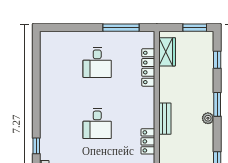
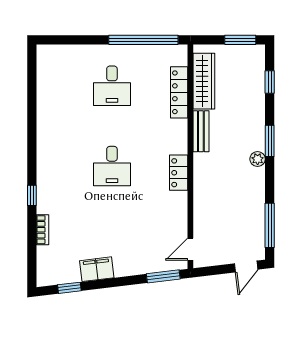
window: (121, 28) -> (143, 40), width x1.46
wardrobe: (167, 52) -> (204, 81), width x1.50
bench: (165, 119) -> (201, 131), moved
locker: (148, 141) -> (179, 173), moved

